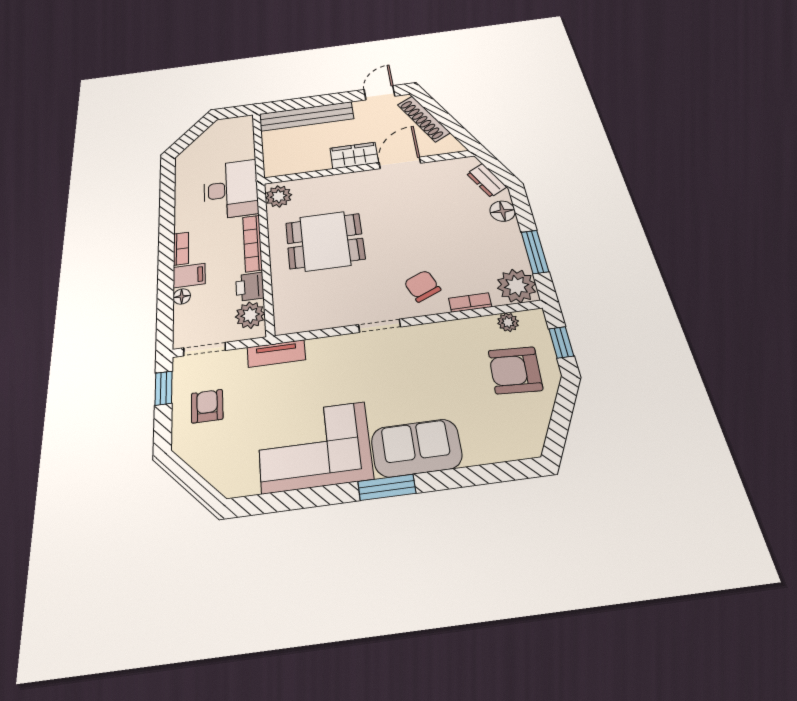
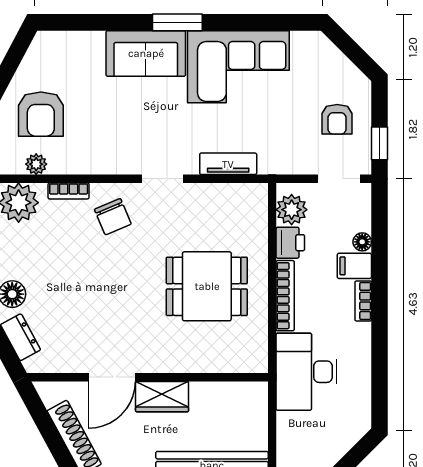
plant: (279, 196) -> (253, 353), removed
tv unit: (276, 353) -> (228, 164), moved
armchair: (515, 370) -> (41, 114), turned 87

